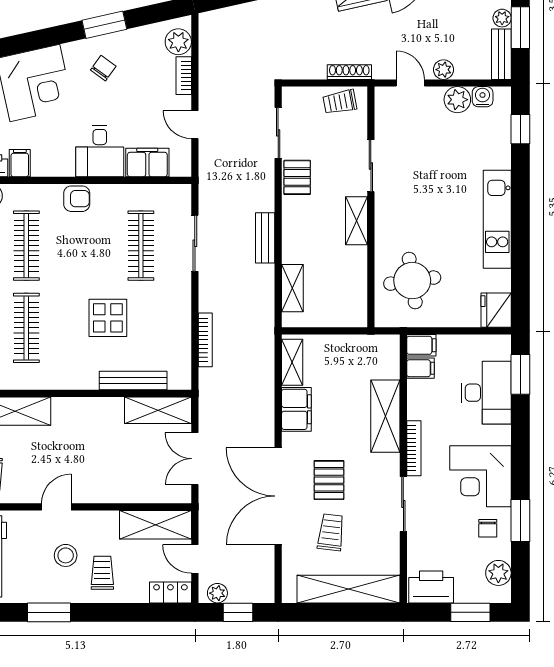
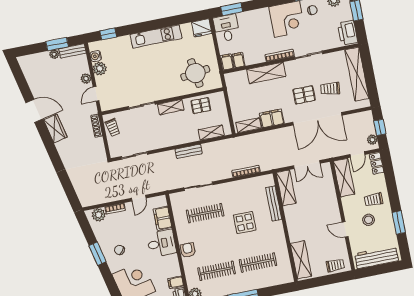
pallet: (297, 177) -> (201, 106), moved
desk: (486, 393) -> (226, 28), moved, width x0.73

